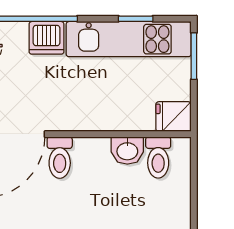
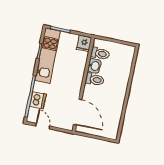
dishwasher: (47, 38) -> (38, 100), moved
toilet: (60, 158) -> (95, 80), moved

